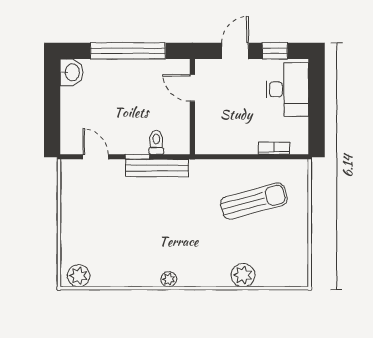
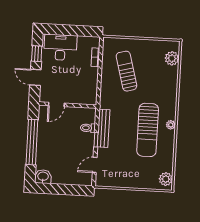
sun lounger: (158, 241) -> (148, 130), added
plant: (243, 275) -> (172, 58), moved

